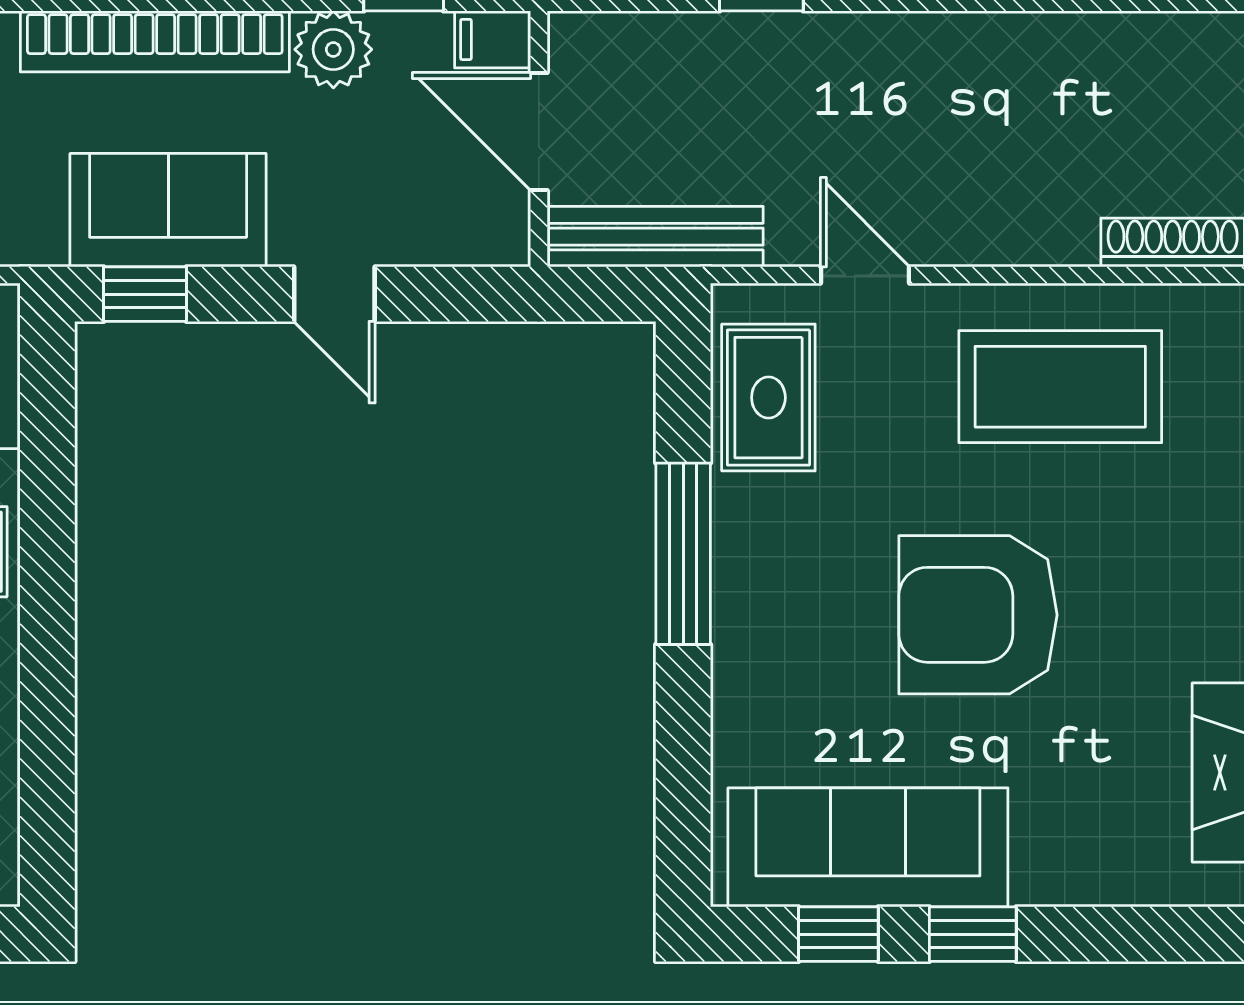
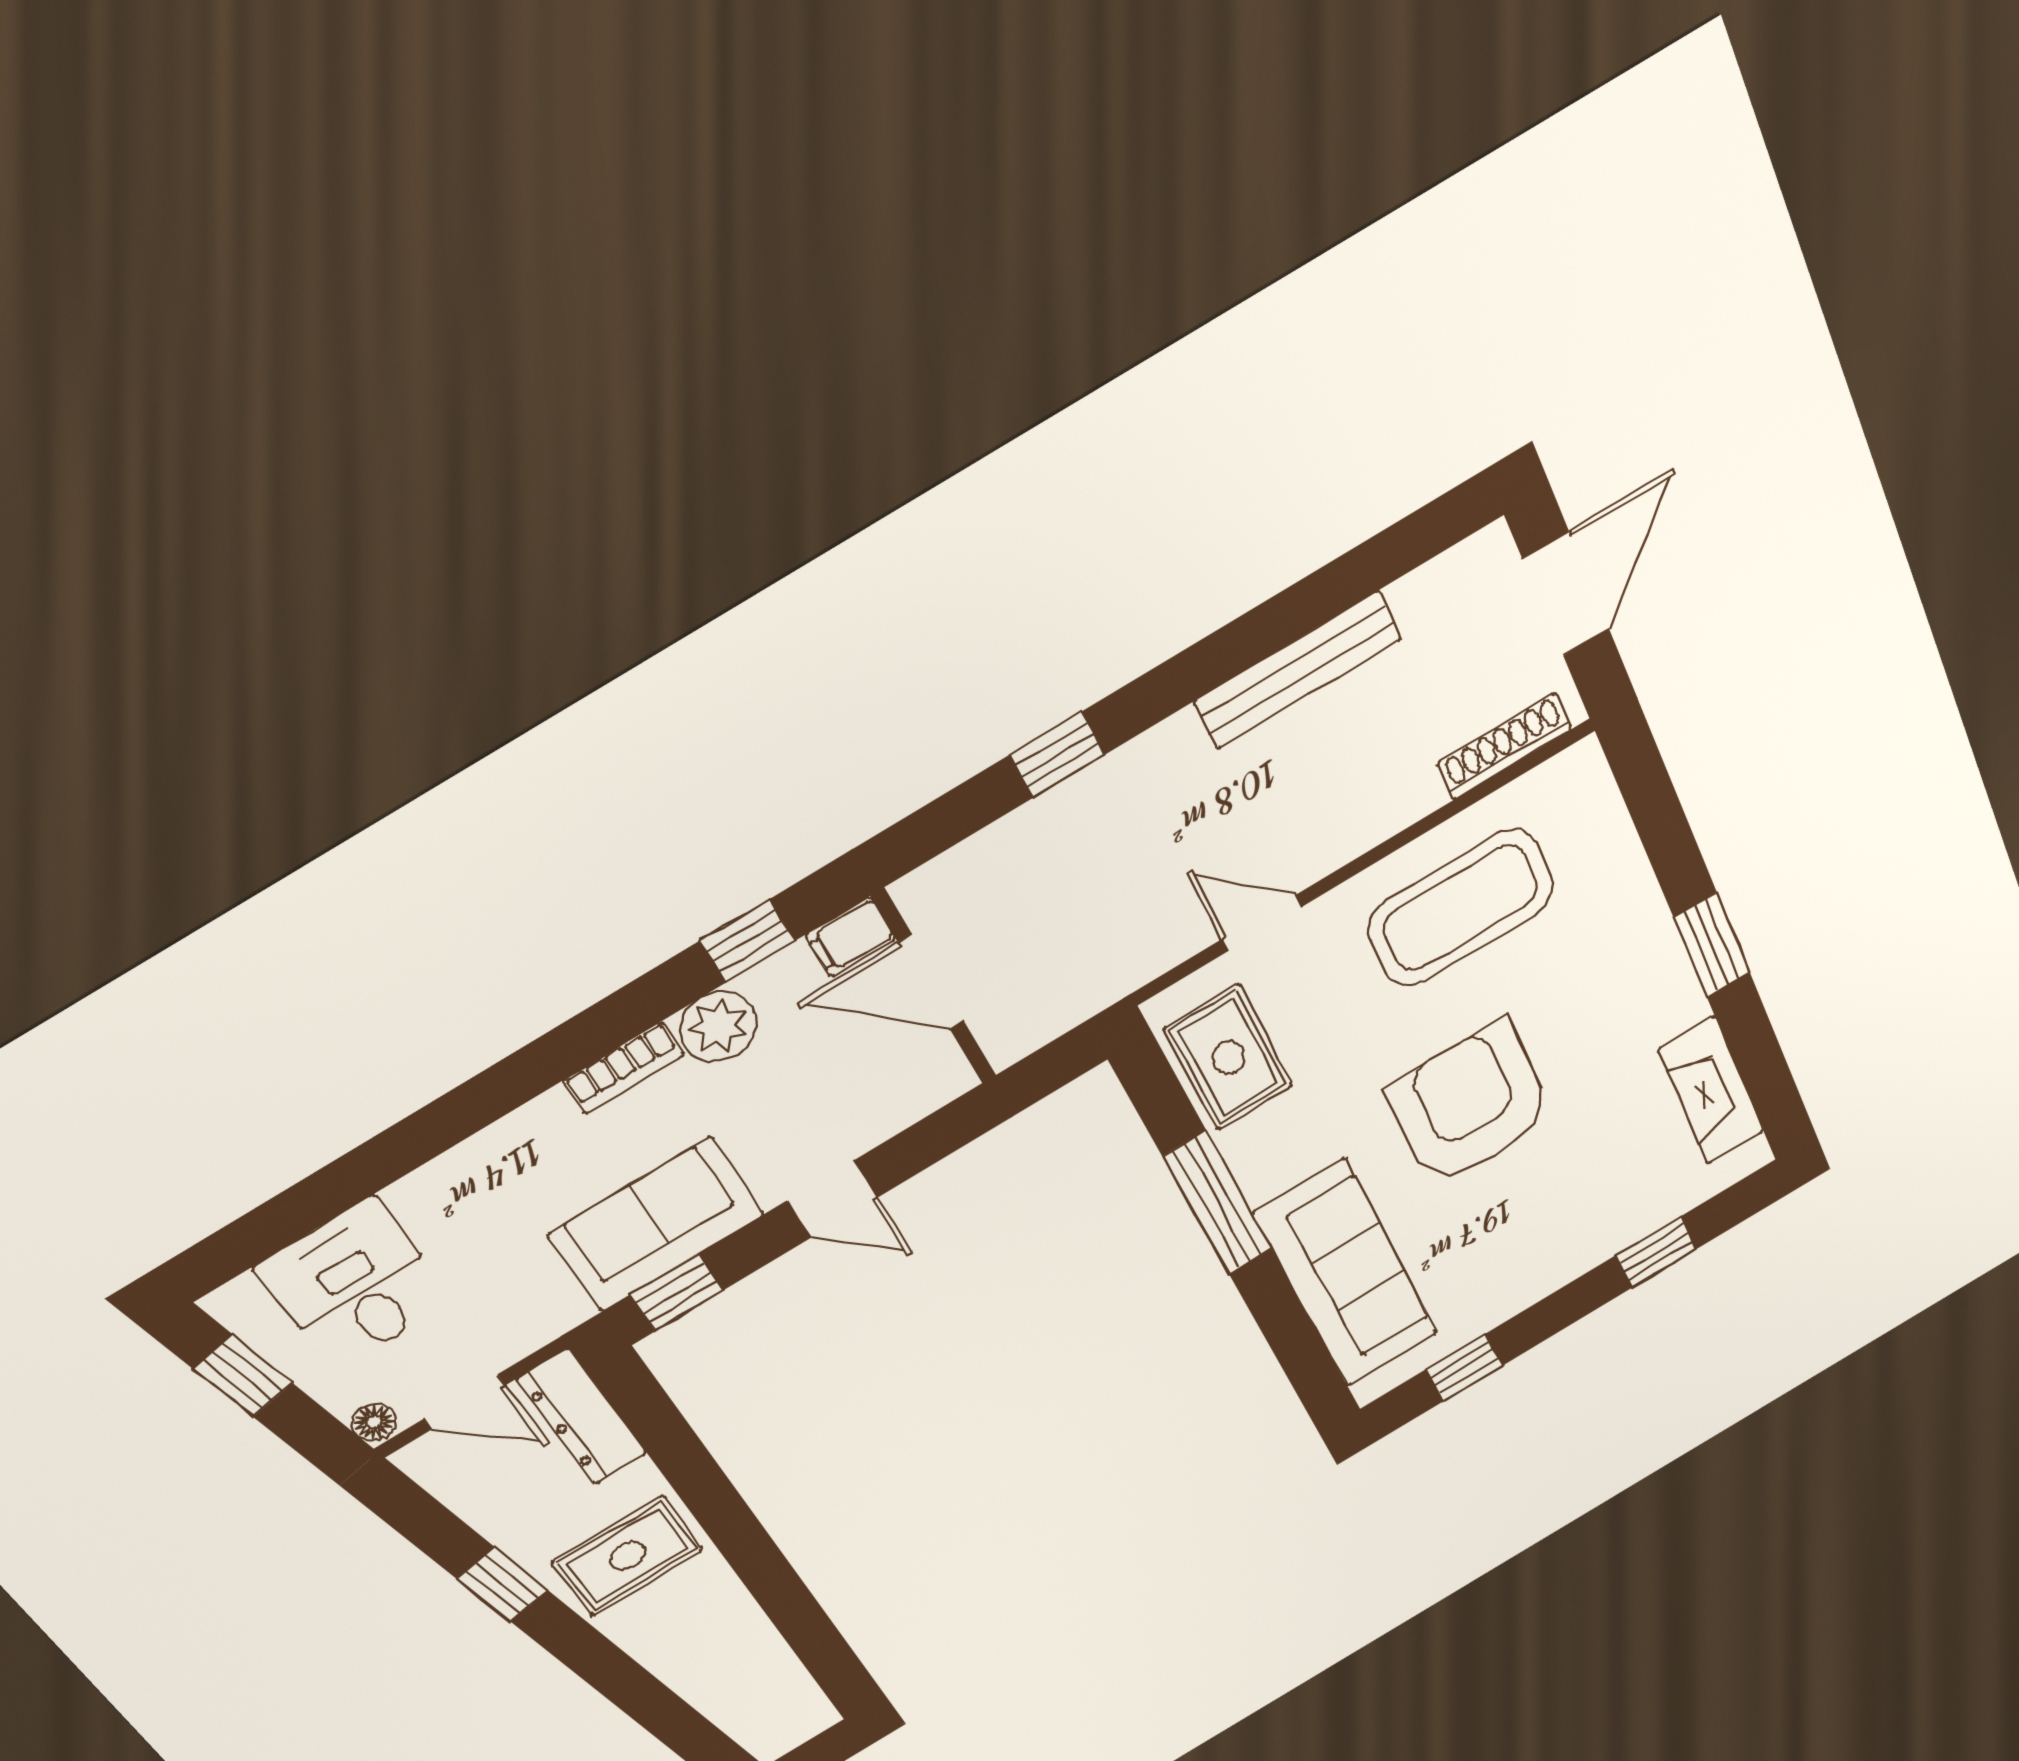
bookcase: (155, 41) -> (624, 1068), width x0.43, depth x0.76
bench: (655, 237) -> (1297, 670), moved
armchair: (978, 615) -> (1470, 1104), turned 90
sofa: (868, 847) -> (1346, 1274), moved, turned 90
window: (973, 934) -> (1656, 1252), moved

